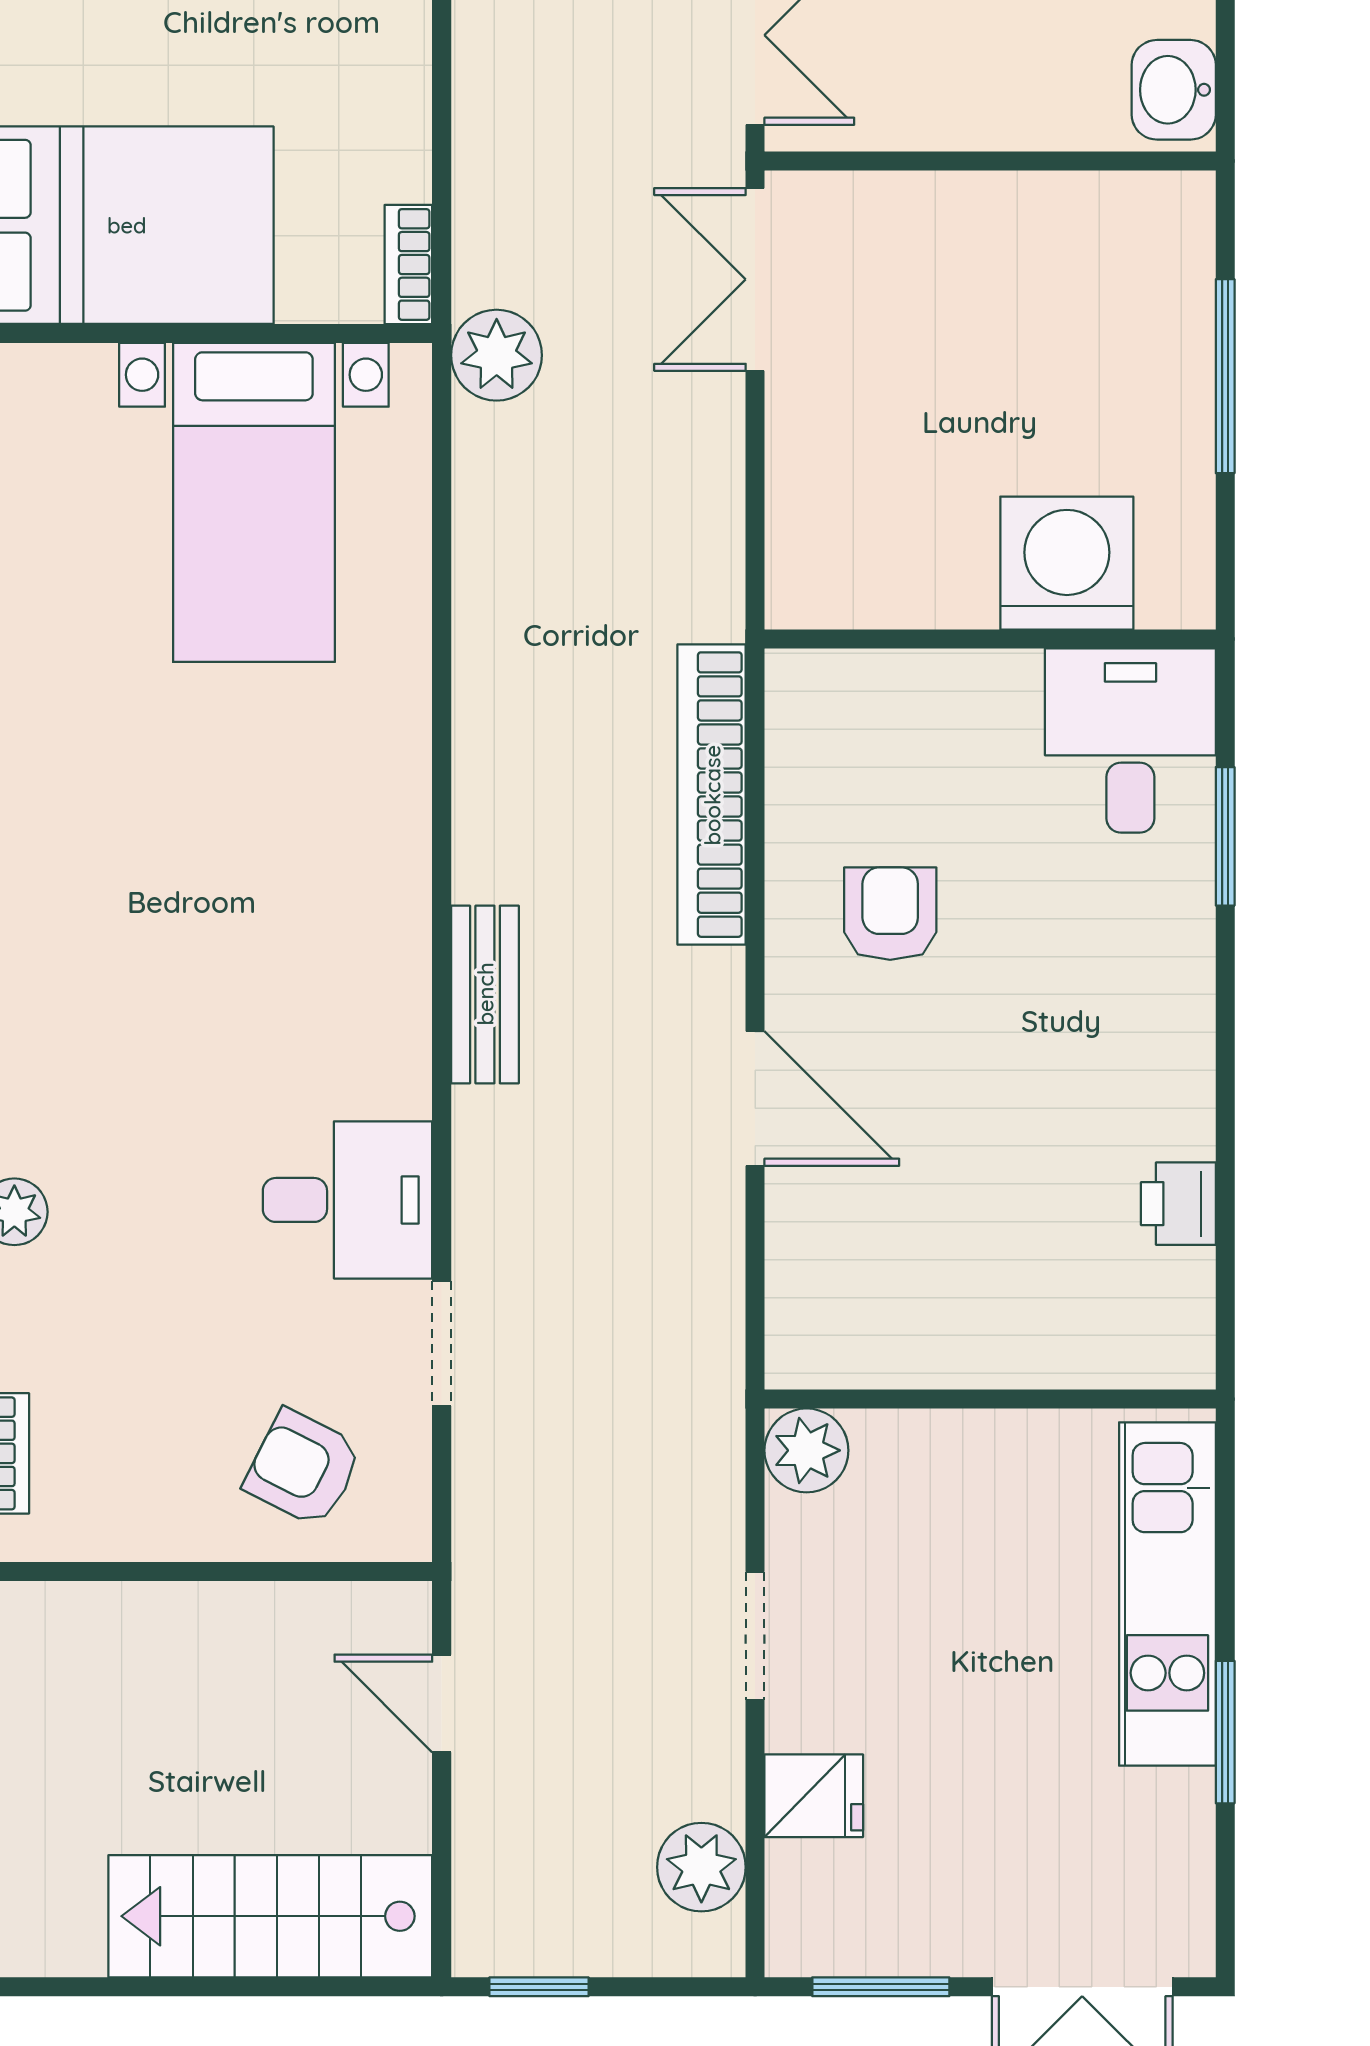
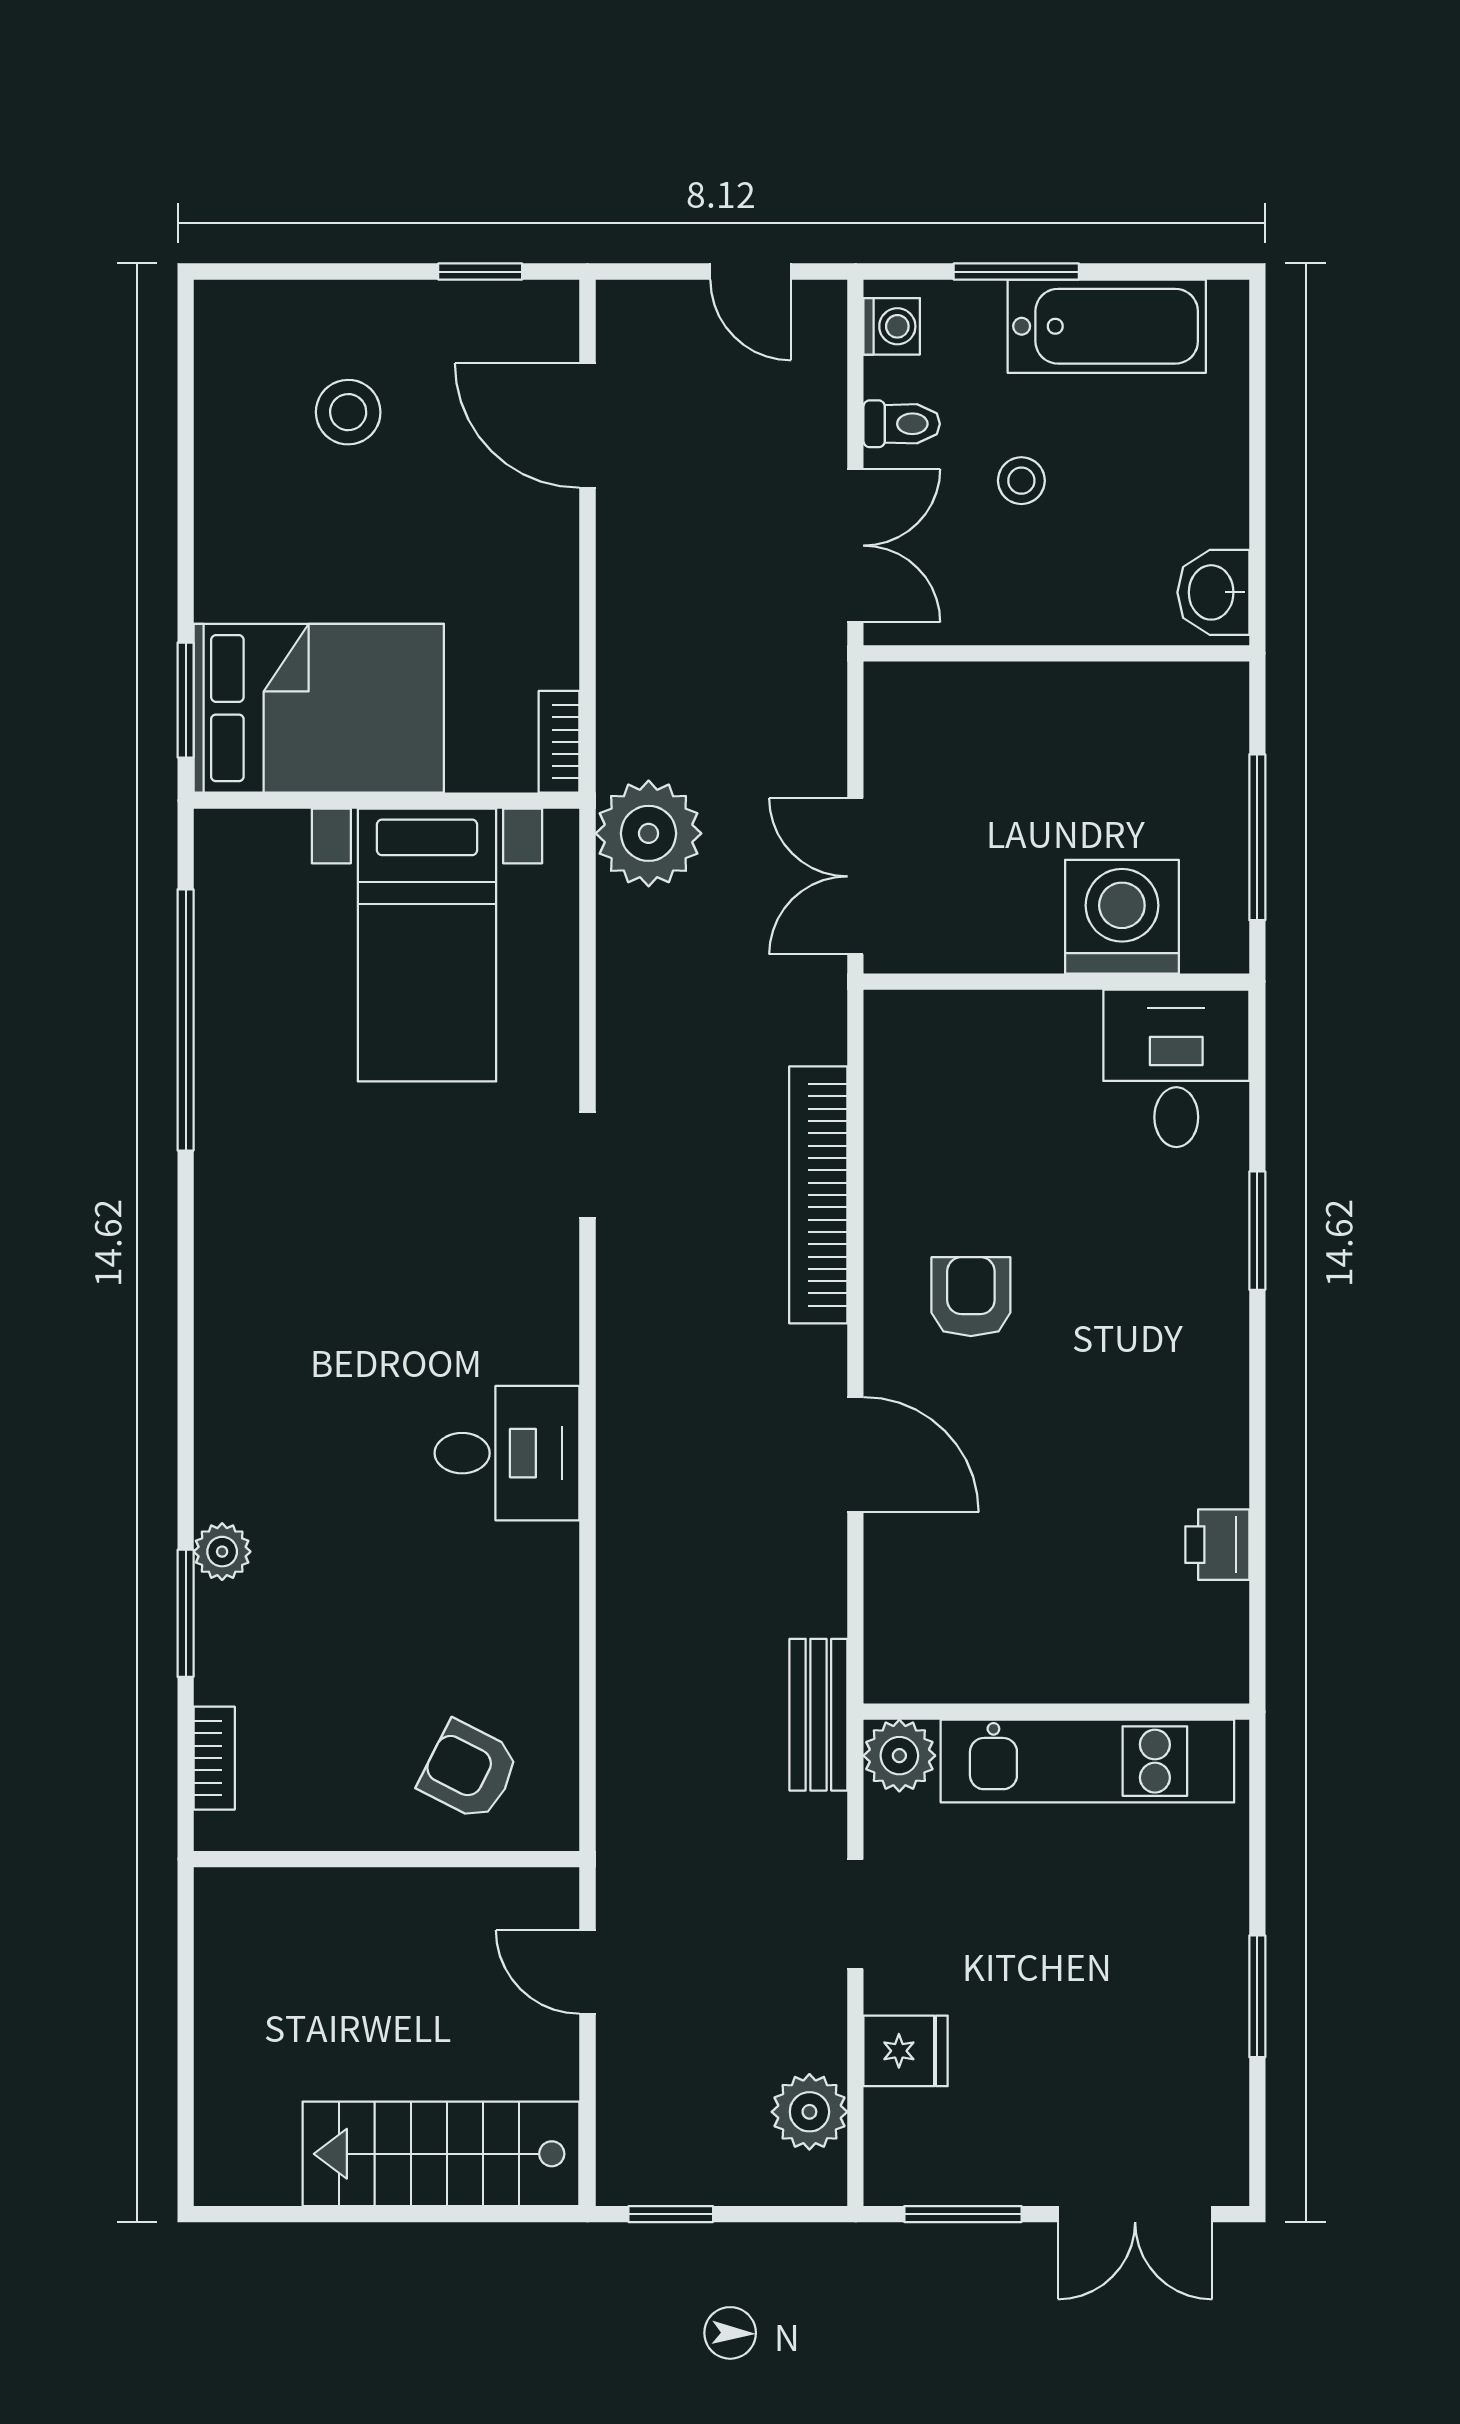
double door: (755, 279) -> (855, 876), moved
plant: (497, 355) -> (649, 833), width x1.36, depth x1.36
washing machine: (1067, 563) -> (1122, 917), moved
wall: (990, 639) -> (1056, 982), moved
desk: (1130, 741) -> (1176, 1068), moved
bench: (485, 994) -> (818, 1715), moved
desk: (348, 1200) -> (507, 1453), moved
doorway: (442, 1344) -> (587, 1165), moved
kitchen unit: (1167, 1594) -> (1087, 1761), moved, turned -90

